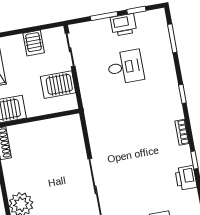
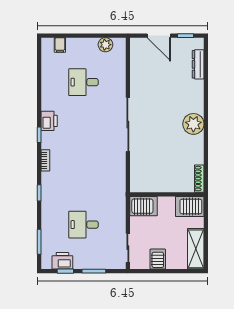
printer: (124, 25) -> (62, 261), moved
server rack: (58, 85) -> (143, 206), moved

